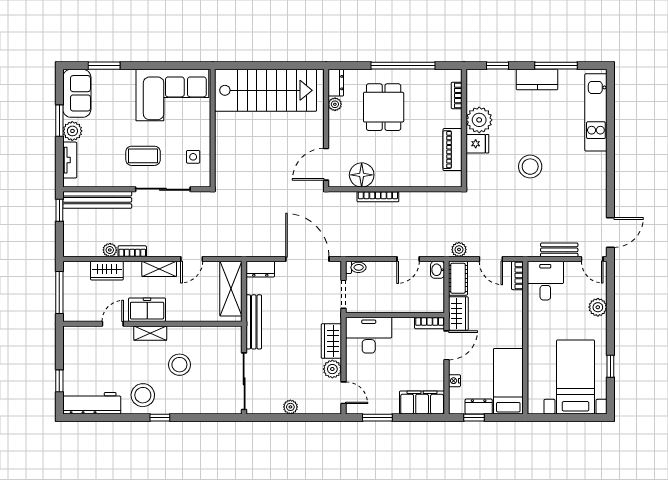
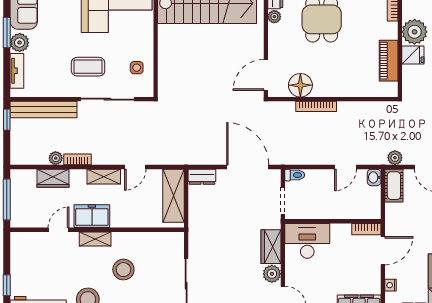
wardrobe: (458, 314) -> (394, 220), removed
bench: (254, 322) -> (196, 228), removed

